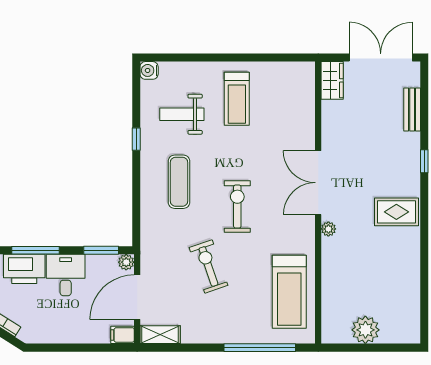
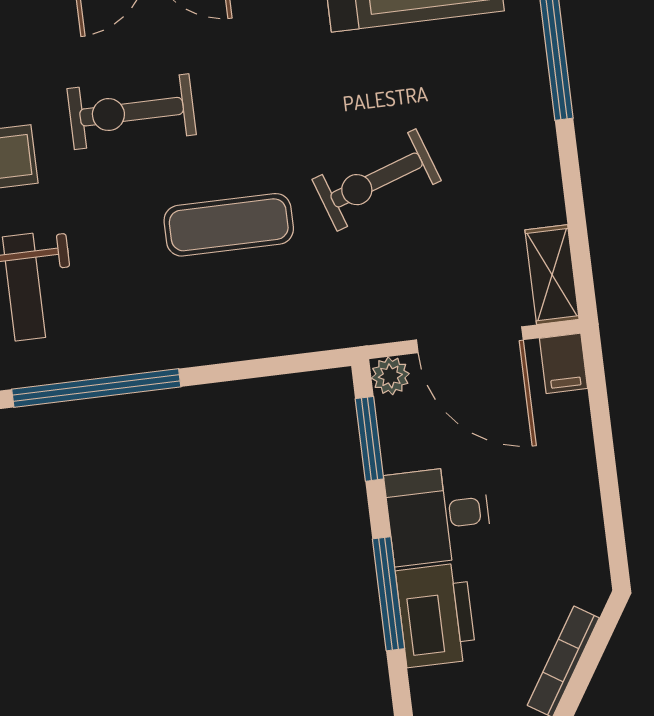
window: (136, 139) -> (96, 388), width x3.17
exercise mat: (179, 182) -> (229, 225), moved
exercise bike: (237, 207) -> (132, 112), moved

